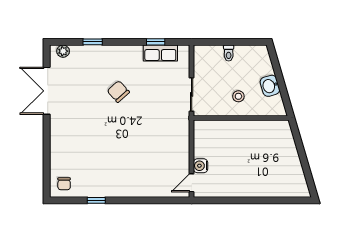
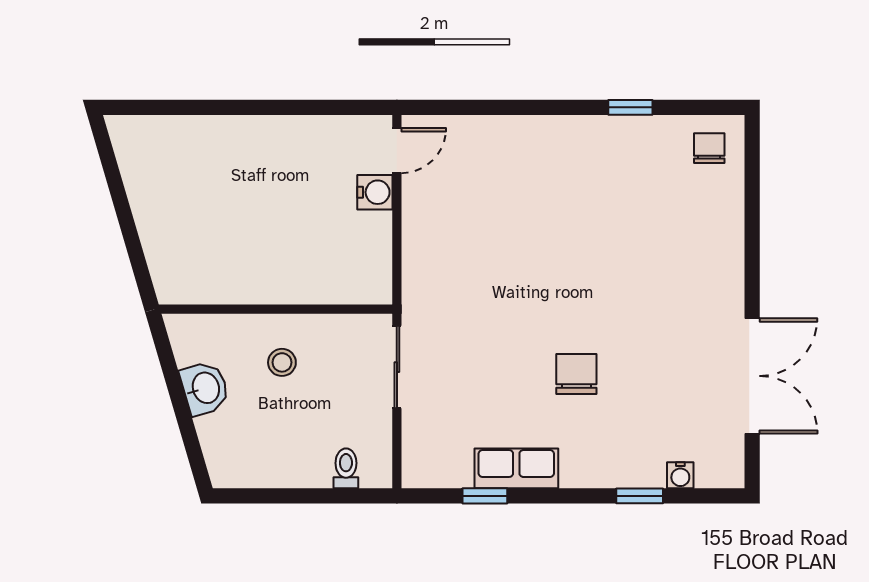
water cooler: (76, 50) -> (680, 475), added
plant: (63, 51) -> (712, 473), removed
row of seats: (160, 53) -> (516, 468), moved
toilet: (229, 53) -> (346, 468), moved
chair: (118, 92) -> (576, 374), turned -138

